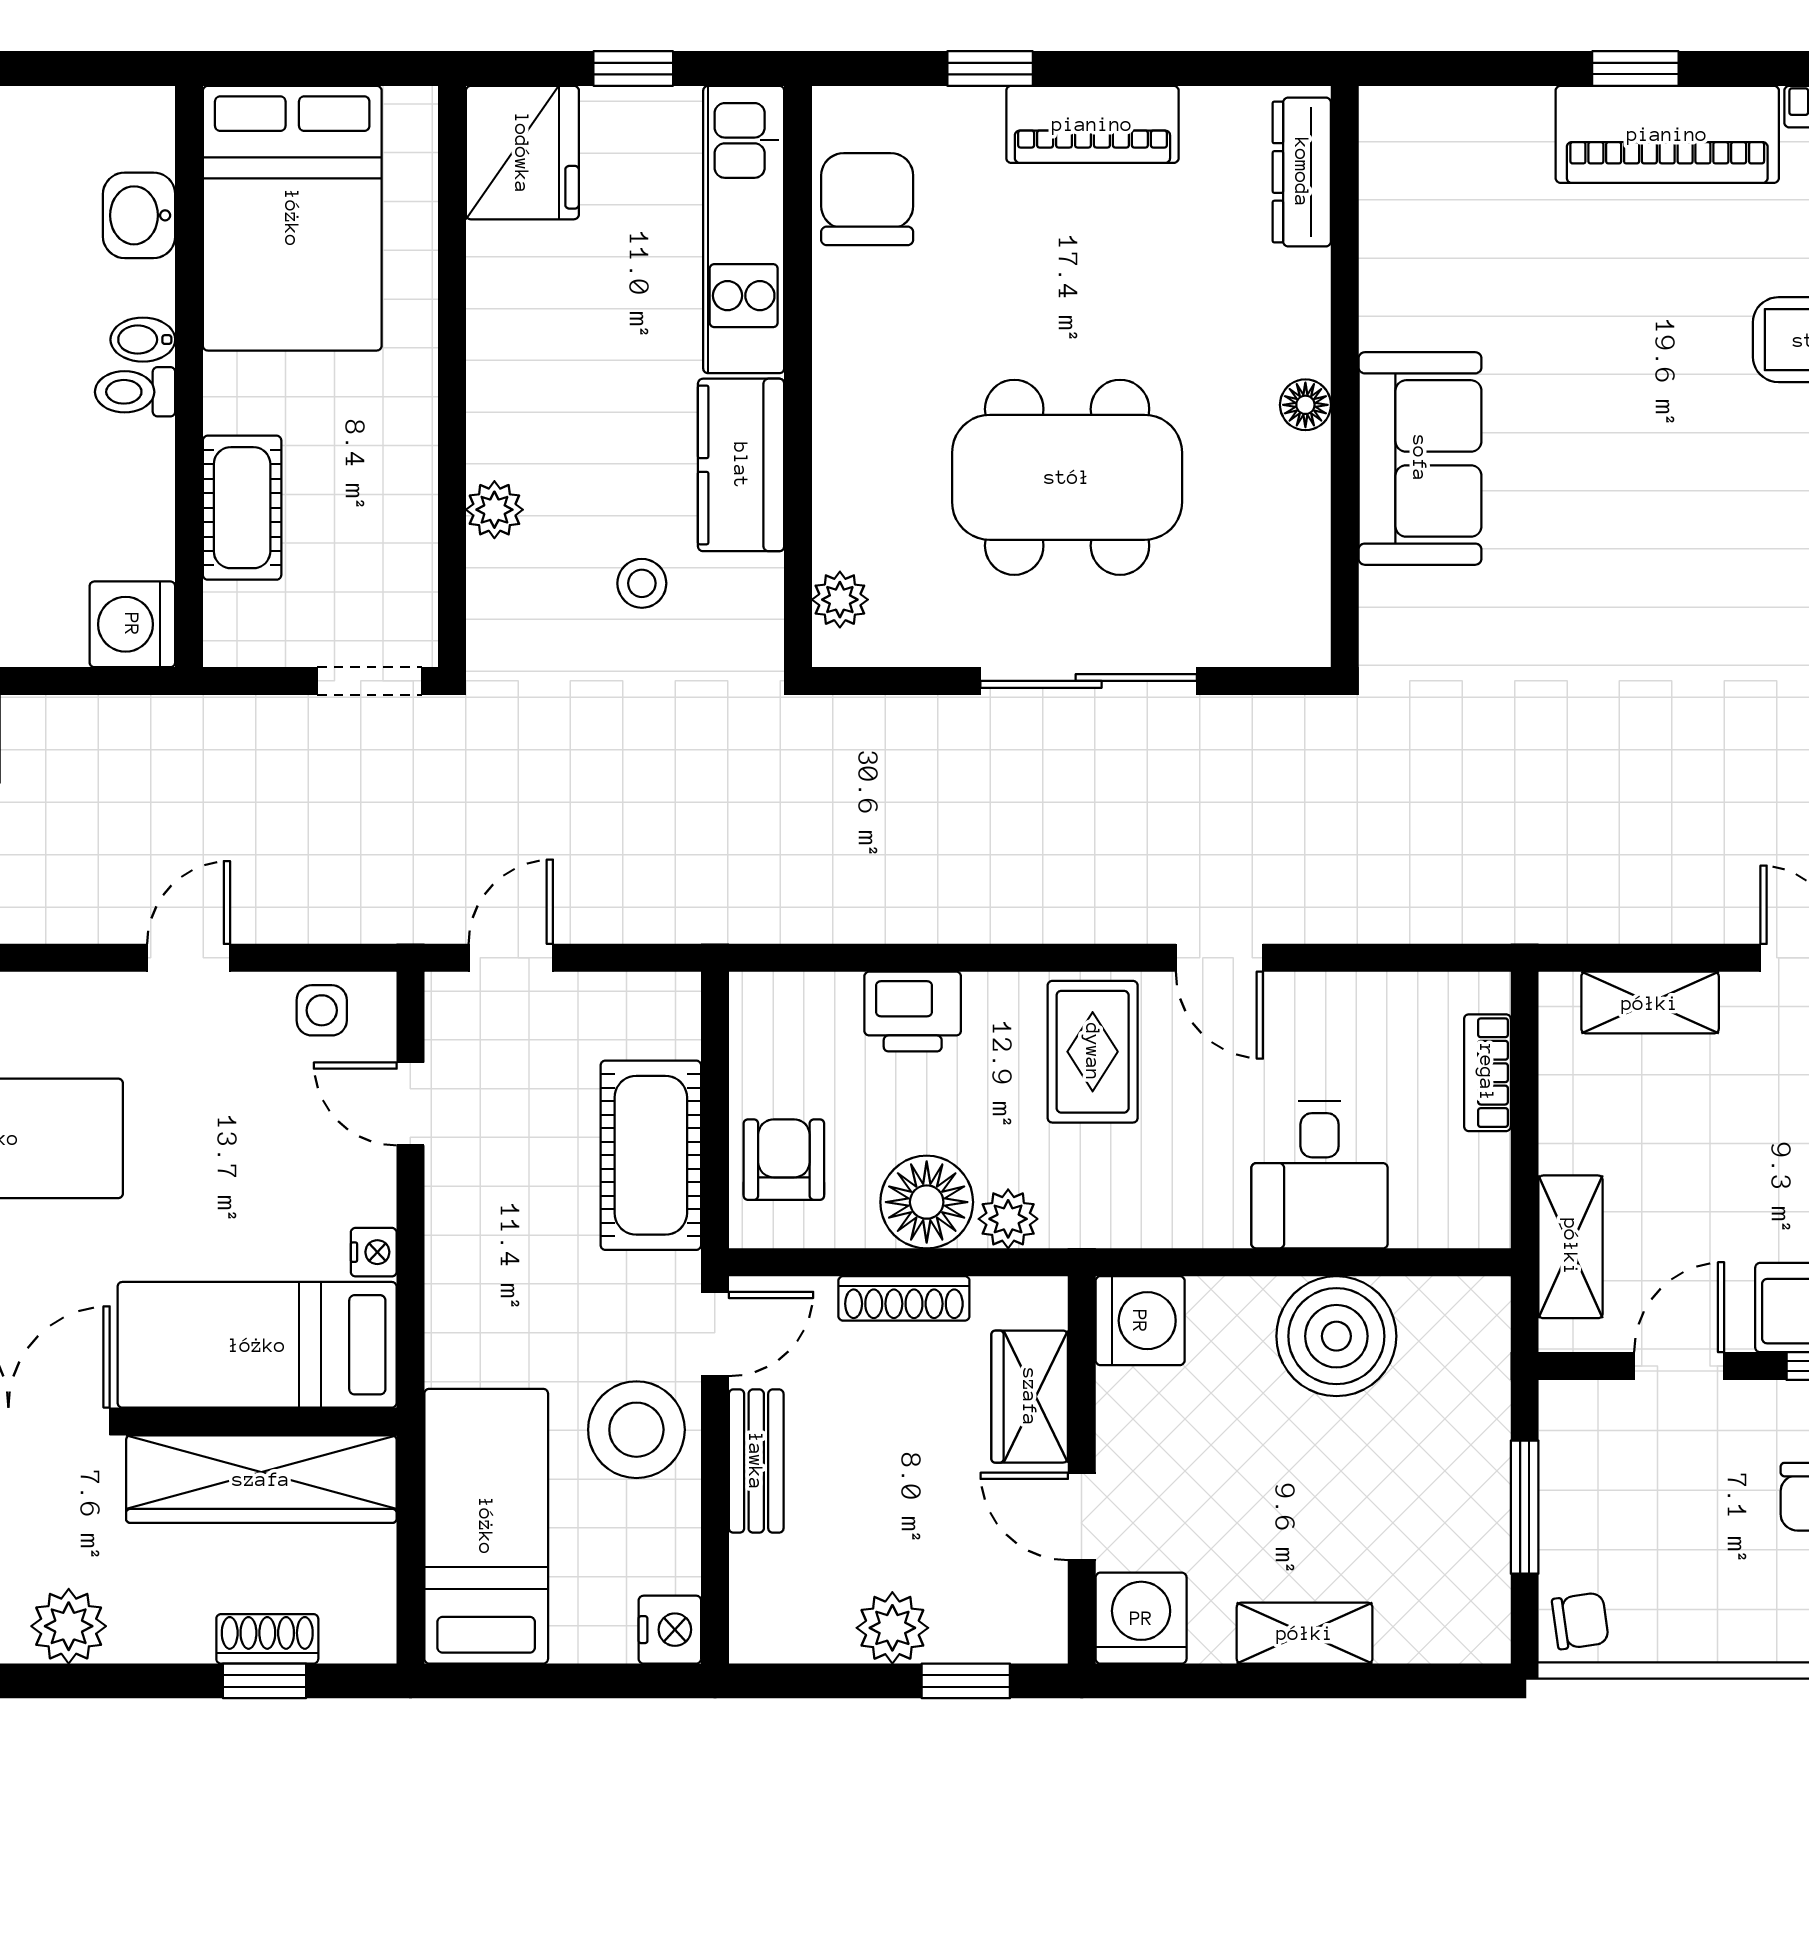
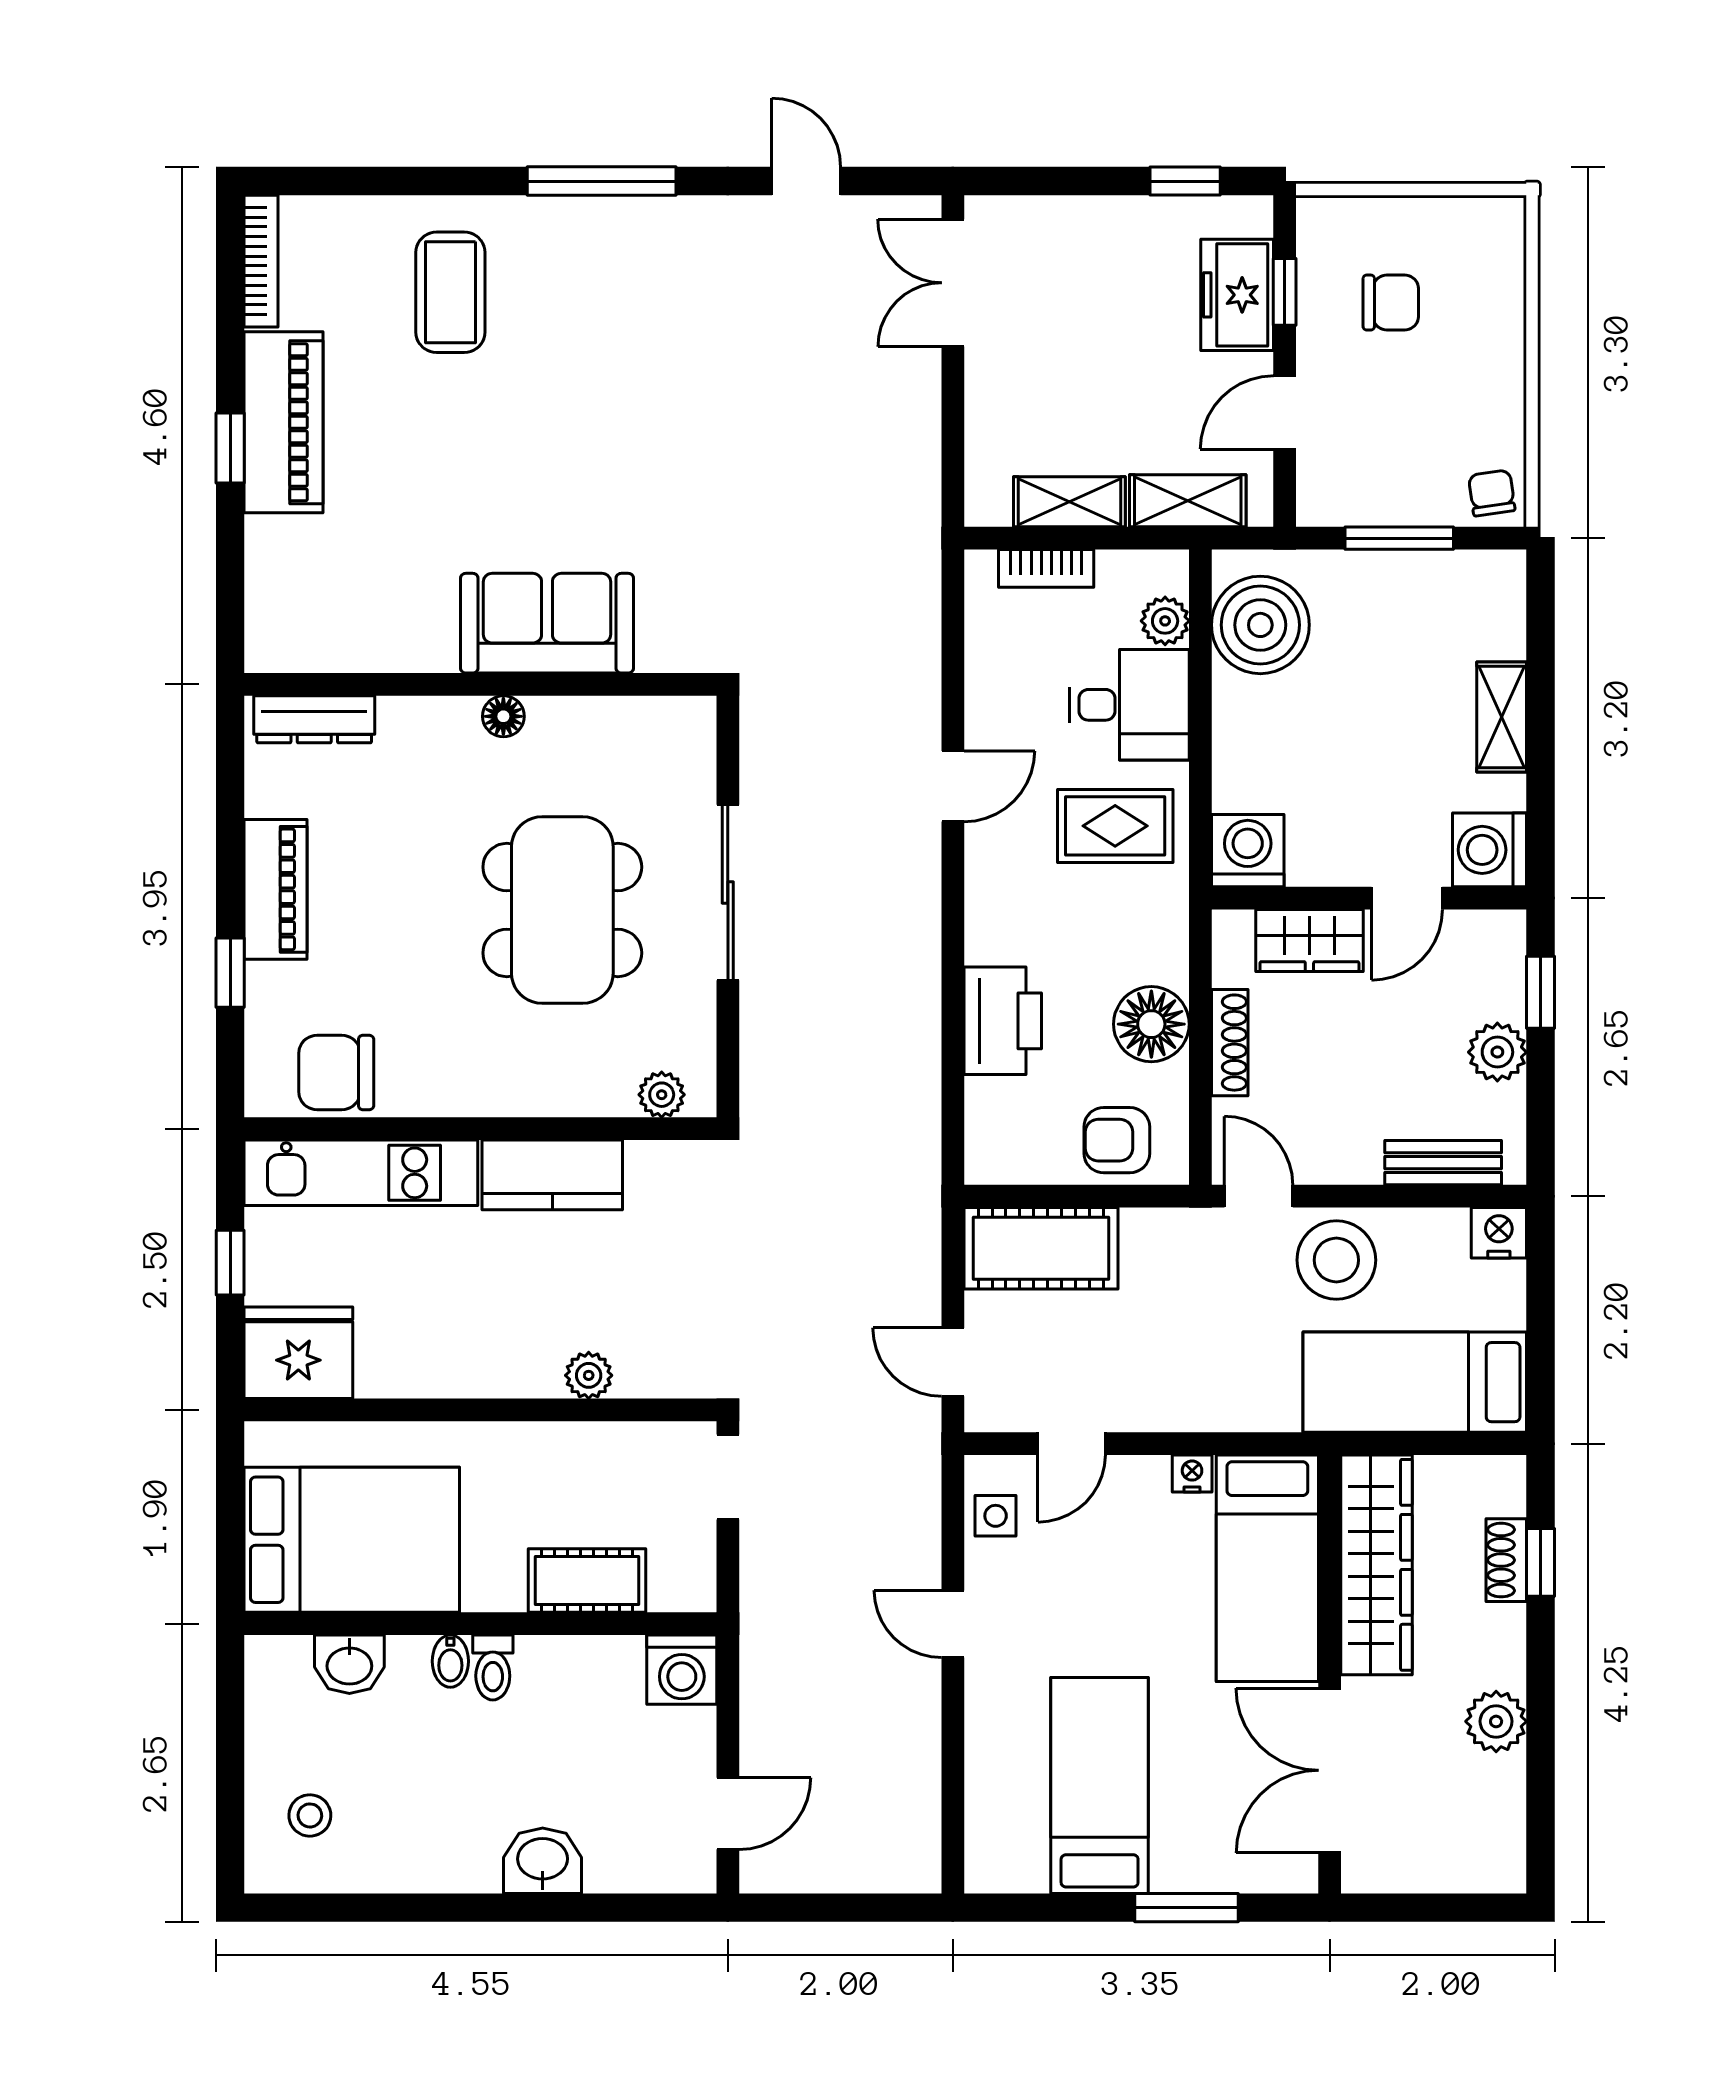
stool: (642, 583) -> (648, 1256), removed
shelving: (1650, 1003) -> (1069, 502), moved, turned 90
printer: (913, 1012) -> (1003, 1021), width x1.37, depth x1.19
rug: (1093, 1052) -> (1115, 826), moved
cot: (651, 1155) -> (1041, 1248), moved
plant: (1008, 1219) -> (1165, 621), moved
boiler: (1336, 1336) -> (1260, 625), moved
door: (1679, 1366) -> (1285, 413), hinge flipped
bench: (756, 1461) -> (1443, 1163), moved

